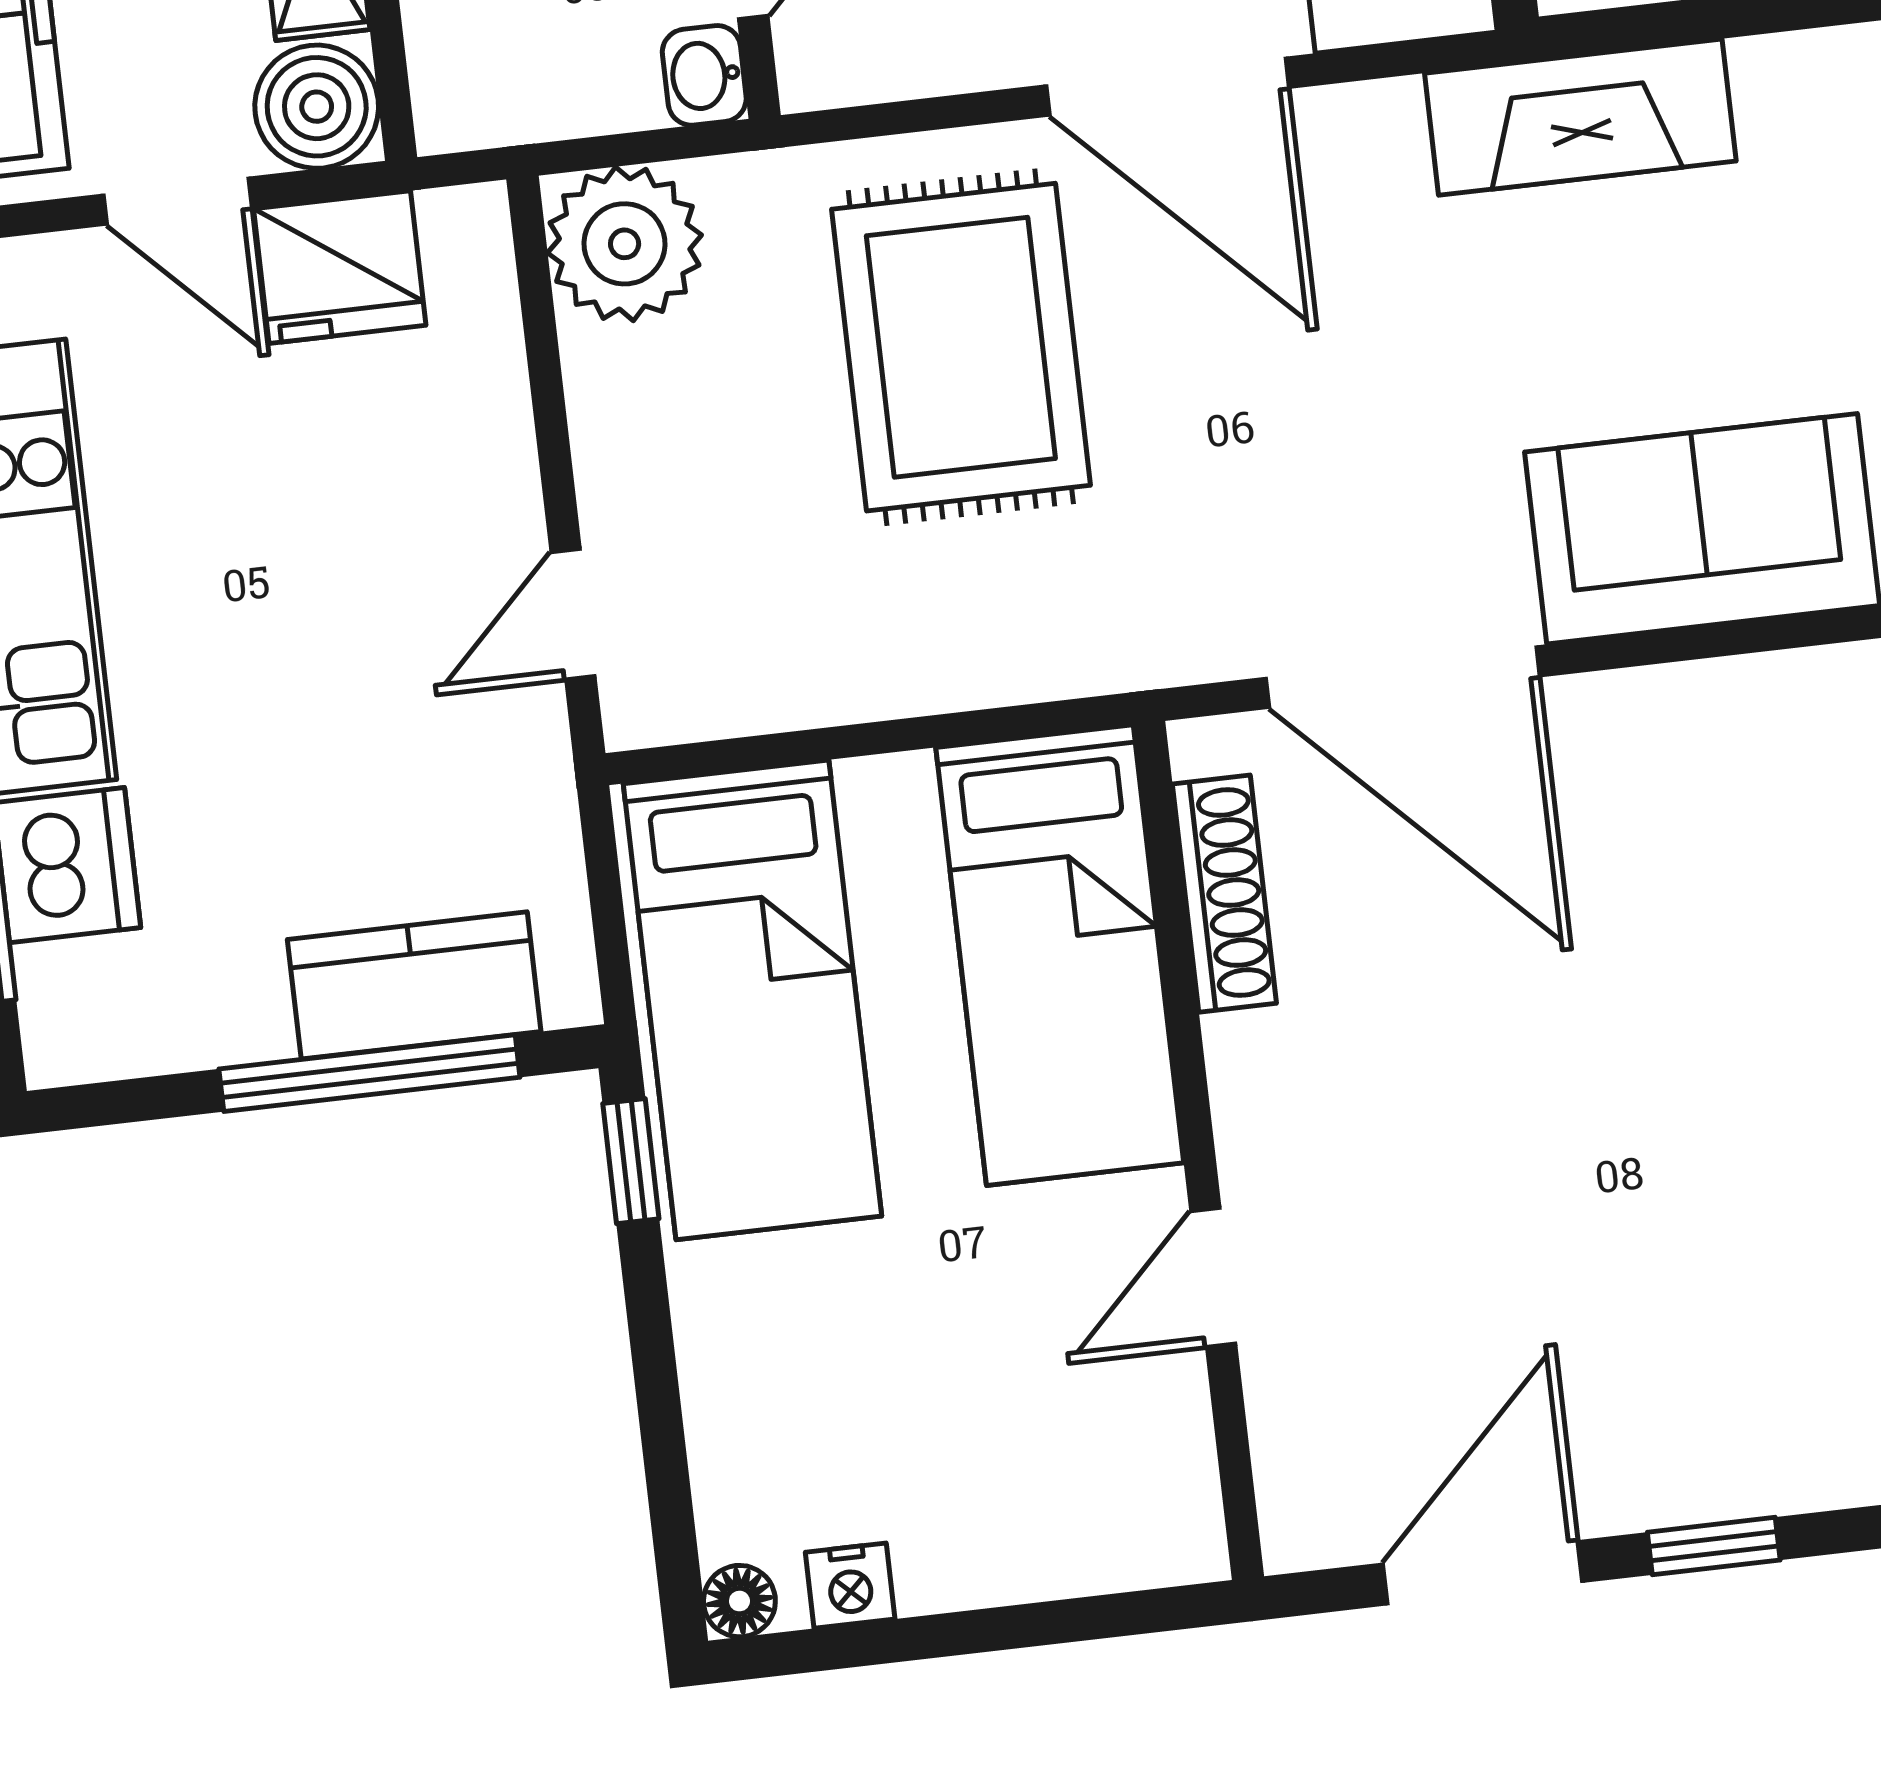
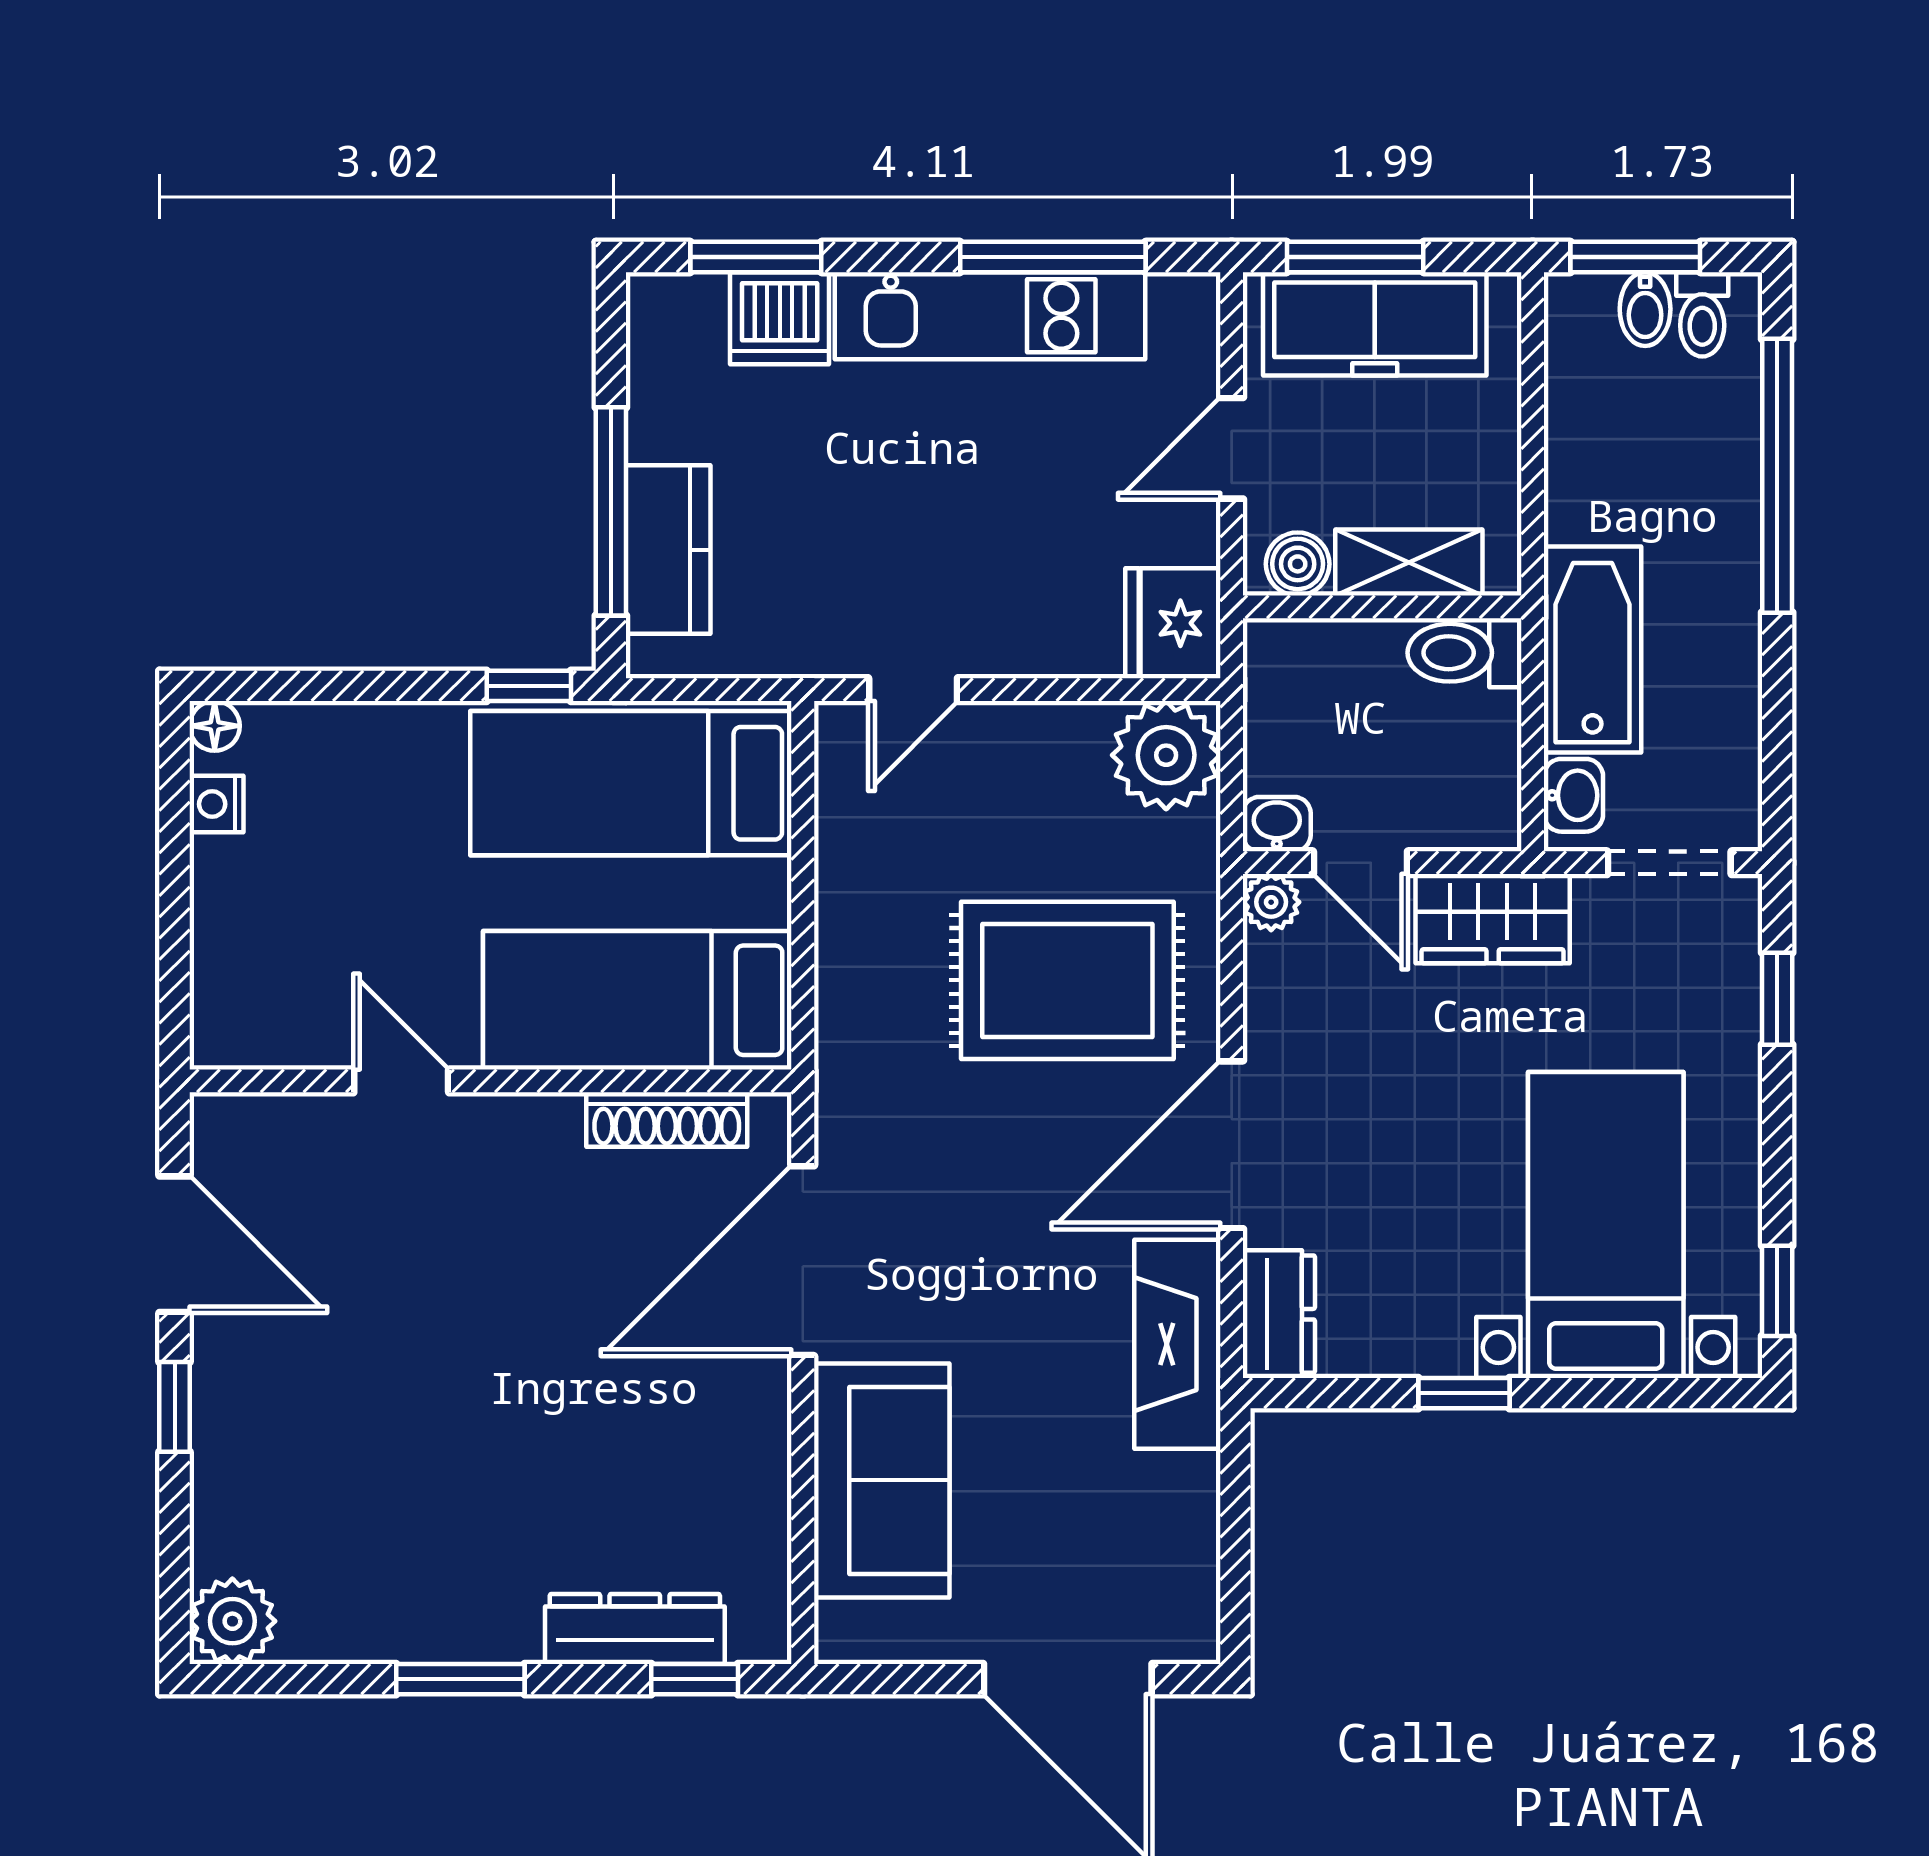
plant: (816, 70) -> (1271, 902), added
boiler: (317, 107) -> (1298, 564), width x0.73, depth x0.73
fireplace: (1580, 117) -> (1177, 1344), moved
fridge: (340, 267) -> (1173, 623), moved
door: (573, 614) -> (913, 690), swing flipped

